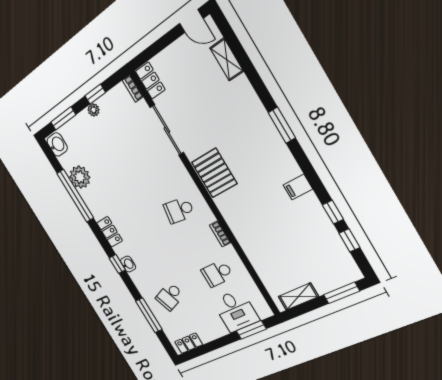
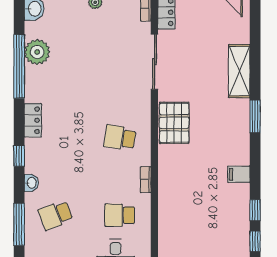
shelving: (227, 60) -> (239, 71), moved, width x1.50, depth x1.33
washbasin: (128, 264) -> (31, 183), moved

